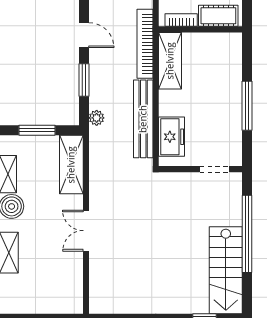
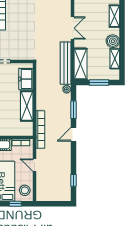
door: (84, 35) -> (74, 134), hinge flipped
shelving: (170, 61) -> (27, 106), moved
bench: (143, 119) -> (66, 63), moved

